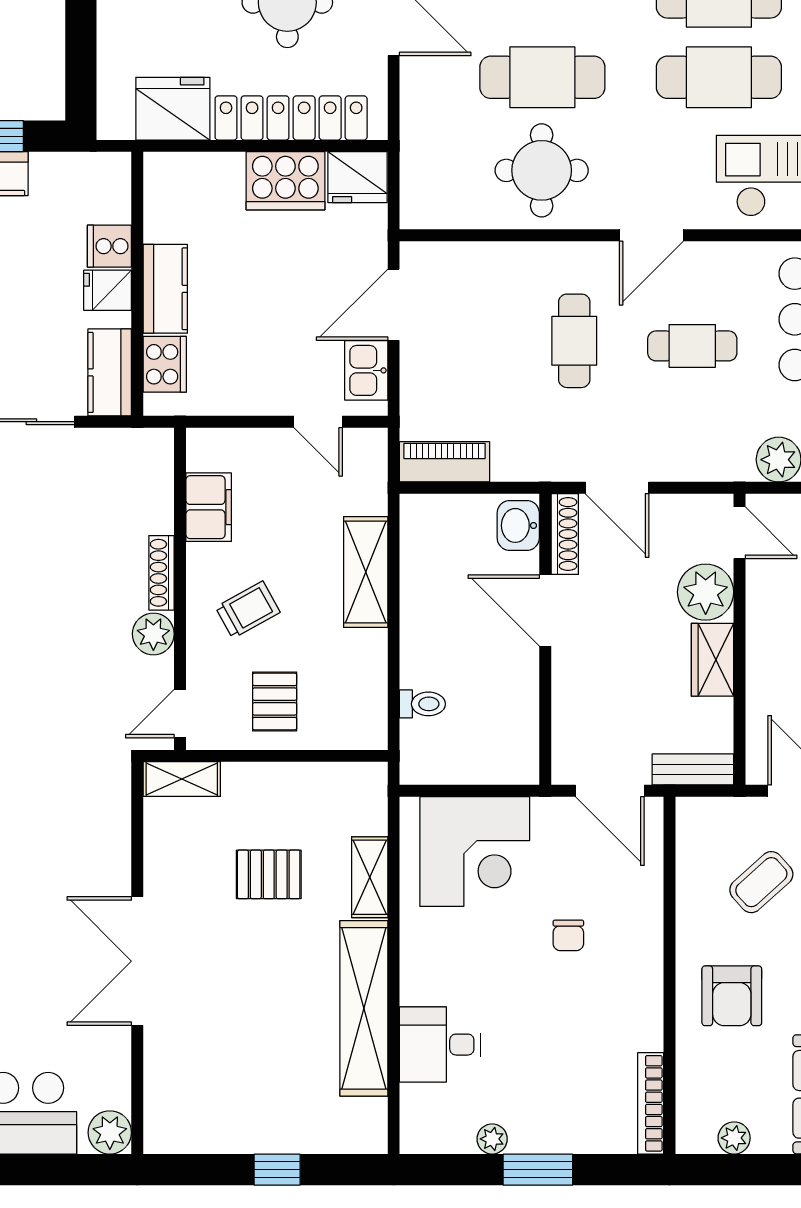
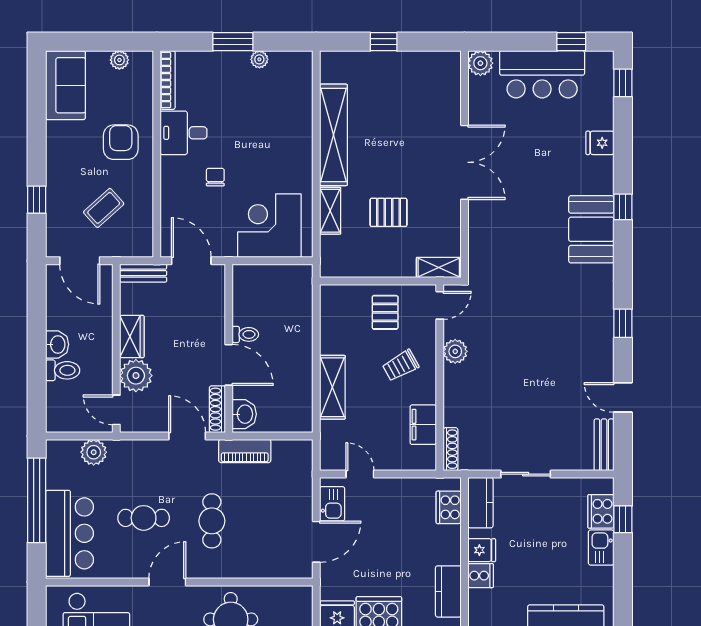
kitchen counter: (165, 289) -> (448, 591), moved
piano: (445, 462) -> (245, 451), moved
shoe rack: (161, 573) -> (450, 449), moved
toilet: (422, 704) -> (245, 334), moved, turned 180
desk: (440, 1045) -> (184, 133), moved, turned 180

